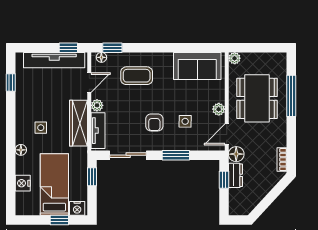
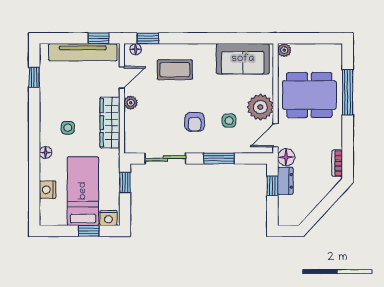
dining table: (257, 98) -> (309, 95), turned 90
plant: (219, 109) -> (260, 107), width x1.88, depth x1.88
tv unit: (98, 131) -> (132, 131), removed

